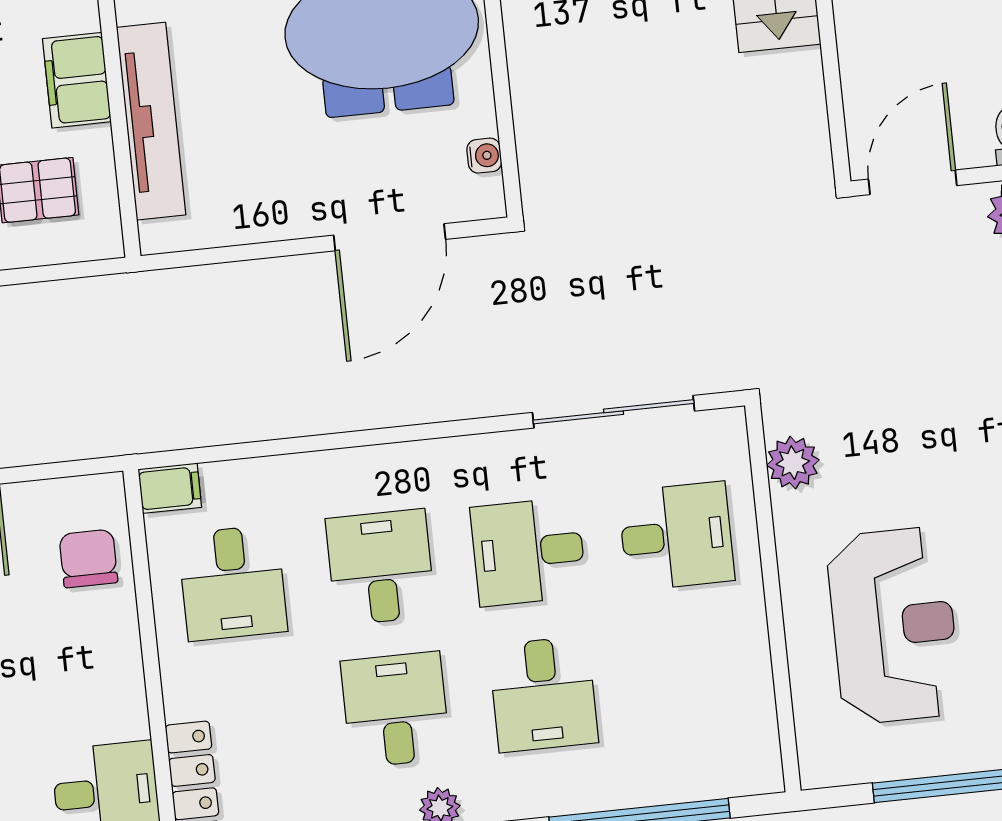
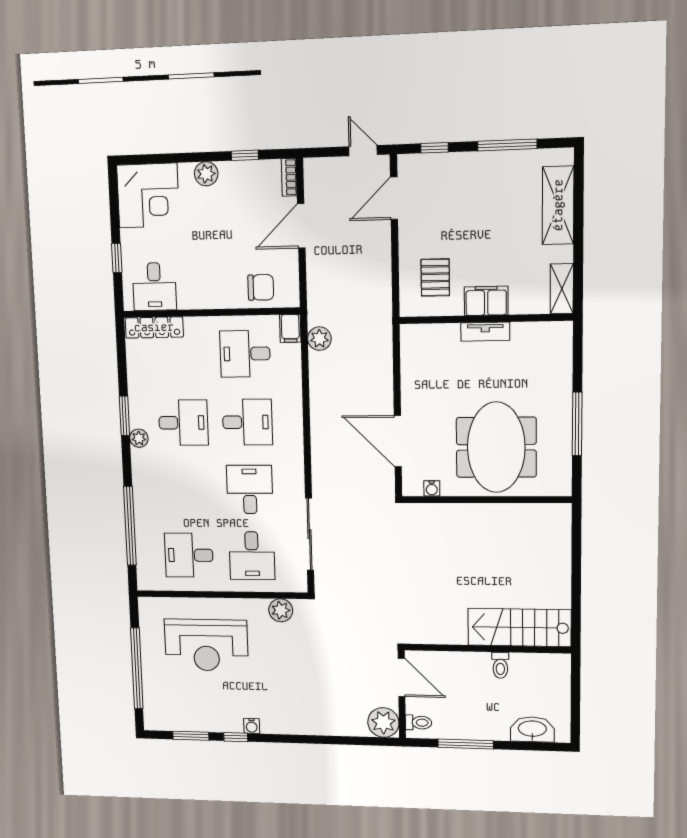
tv unit: (151, 121) -> (485, 332), width x0.52, depth x0.78
plant: (186, 424) -> (319, 339), added
desk: (543, 694) -> (189, 555), moved

